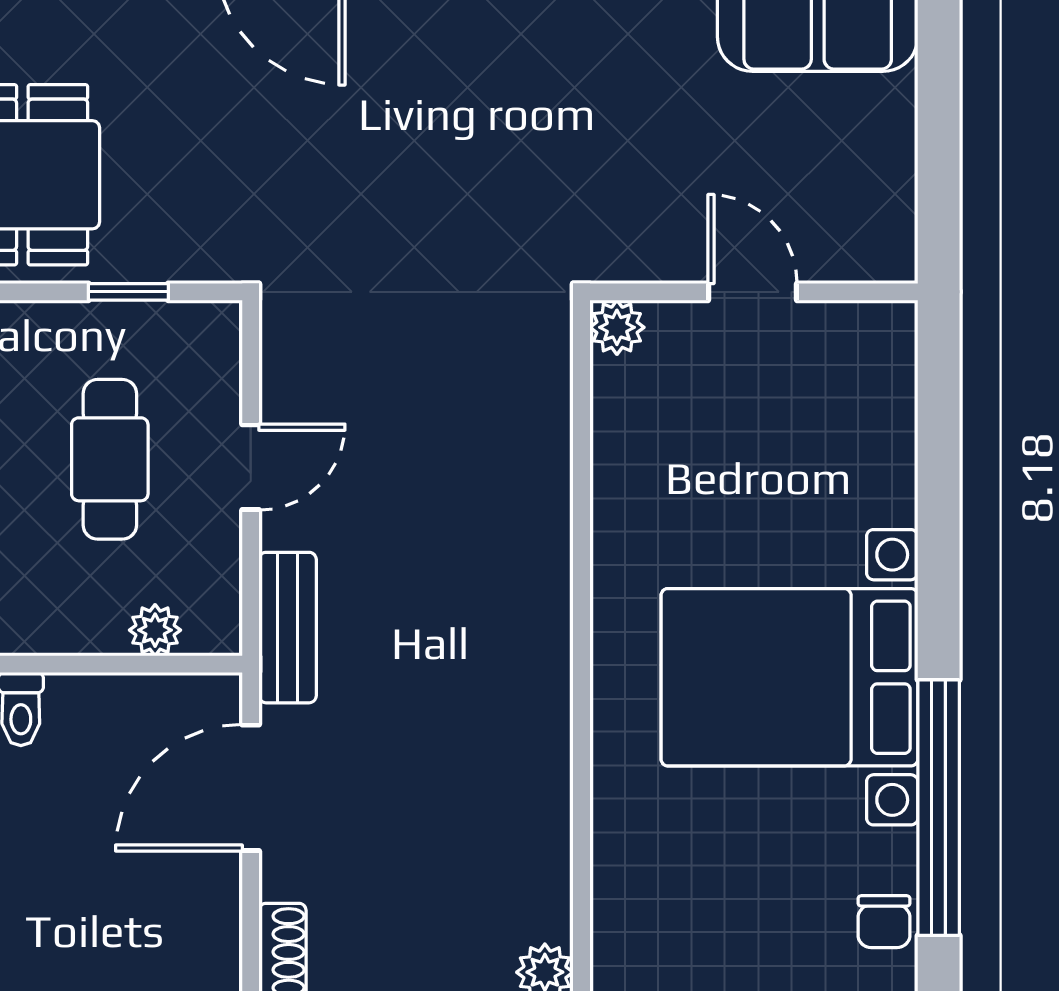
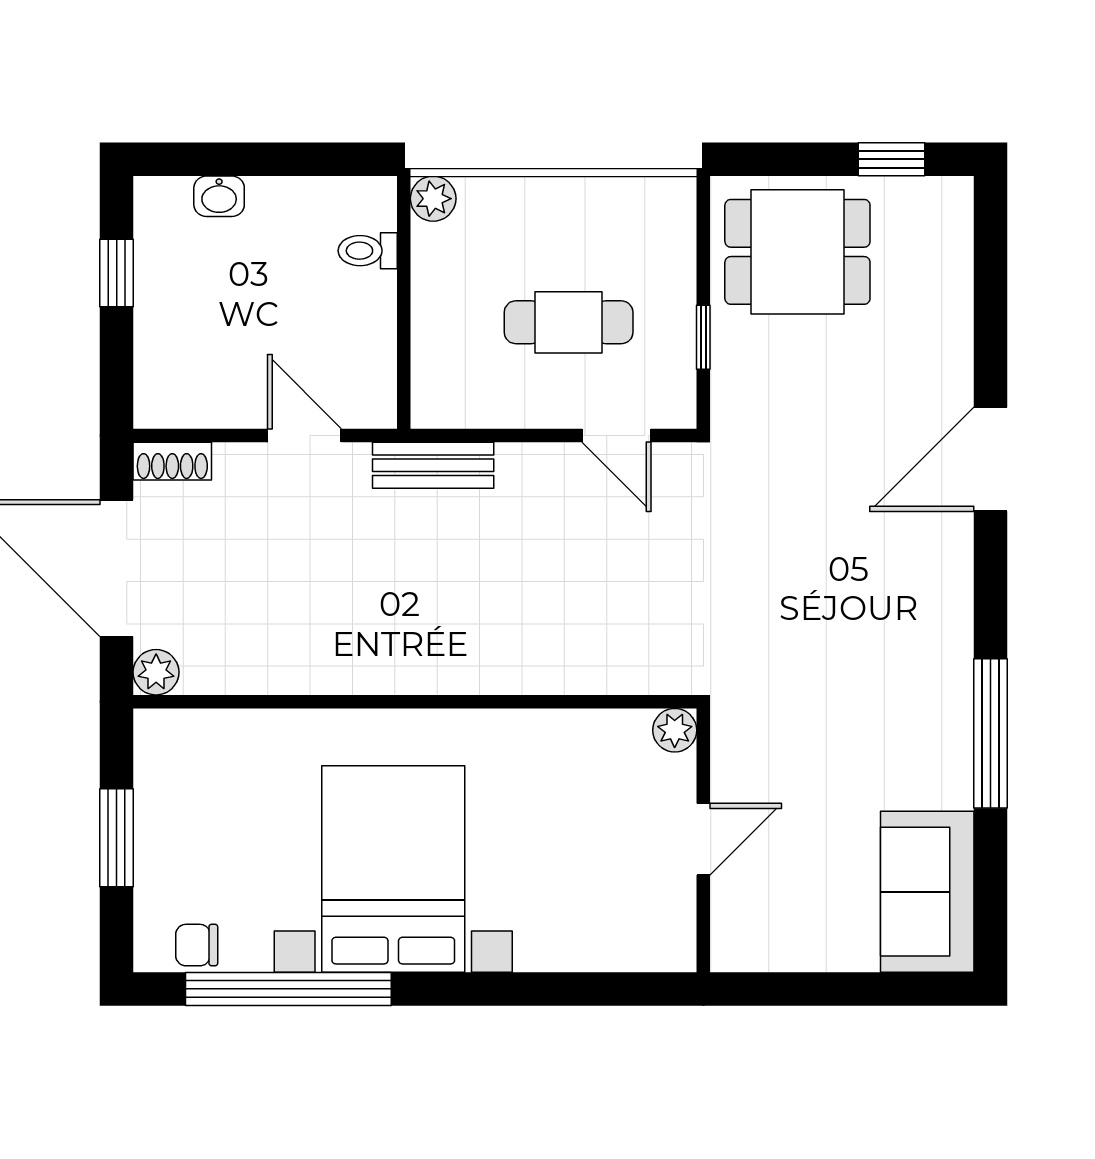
door: (251, 467) -> (616, 435), moved
plant: (155, 630) -> (431, 359), removed
door: (251, 788) -> (304, 435), width x0.73

